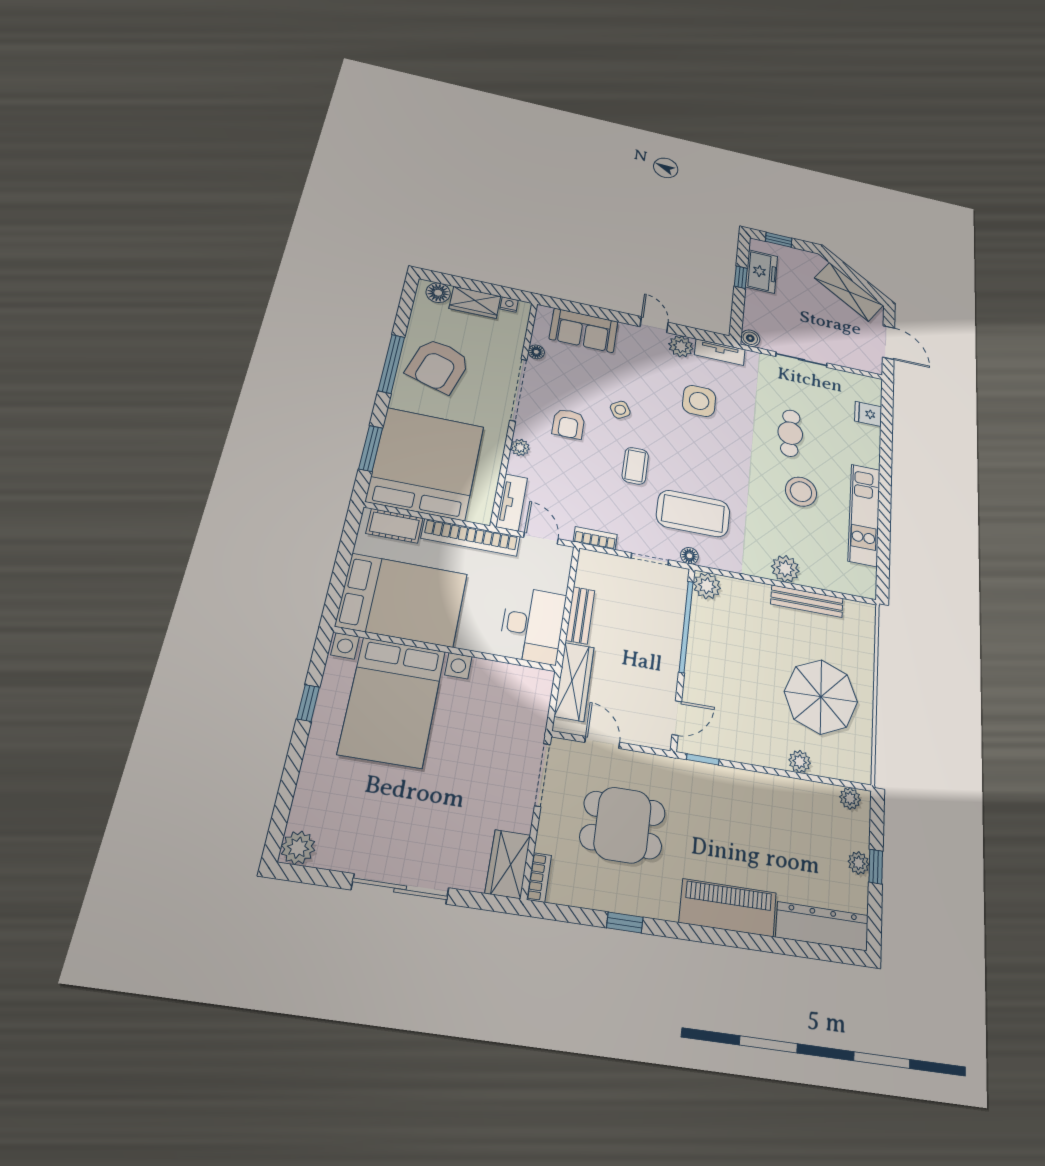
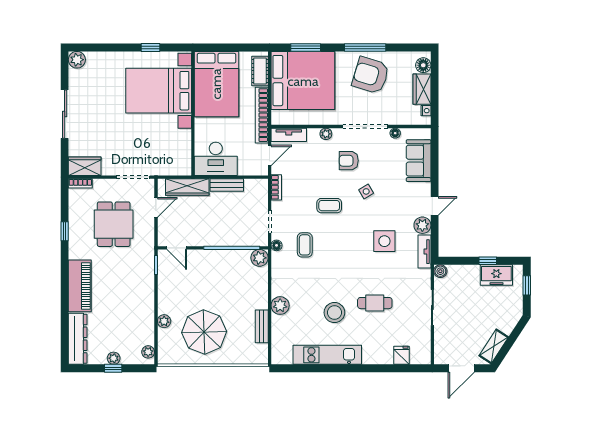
shelving: (849, 292) -> (494, 346), width x0.67, depth x0.75
coffee table: (693, 514) -> (305, 245), width x0.54, depth x0.58
bench: (807, 601) -> (262, 326), width x0.73

